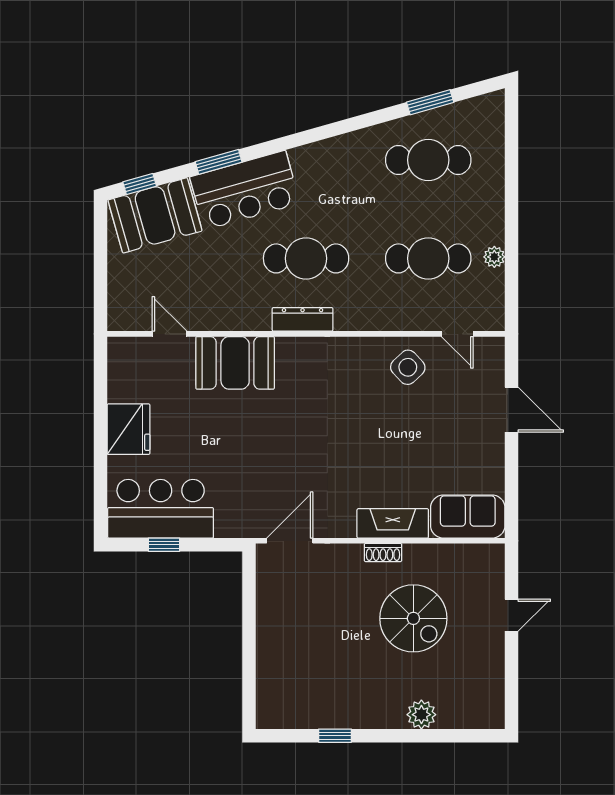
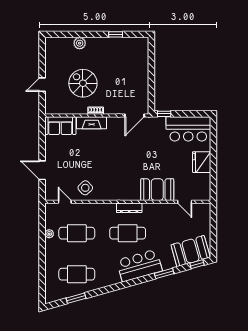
bar counter: (245, 190) -> (139, 265), moved
window: (164, 545) -> (164, 114), moved

